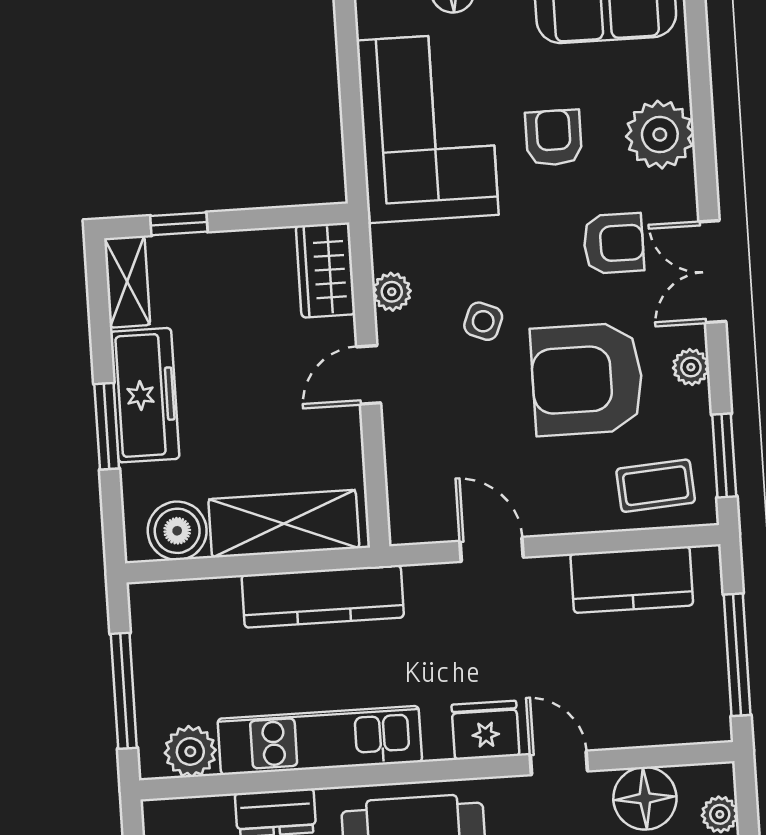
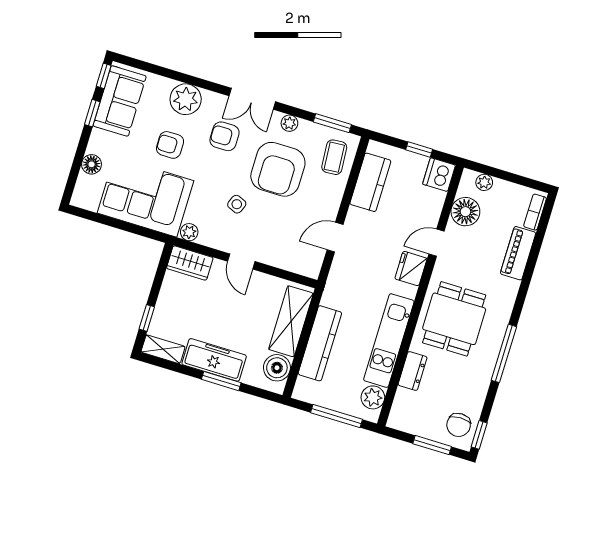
armchair: (614, 243) -> (225, 136), turned -90
plant: (392, 292) -> (189, 232), moved
kitchen counter: (323, 596) -> (320, 343), moved
window: (737, 655) -> (419, 150), width x0.46
dishwasher: (701, 715) -> (439, 175), added

